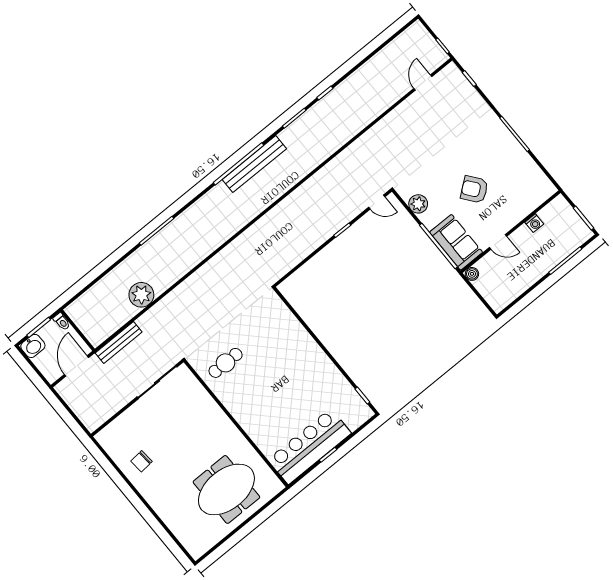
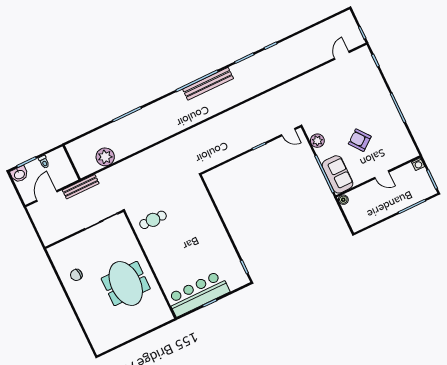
washing machine: (534, 223) -> (418, 164), moved
door: (498, 242) -> (382, 175), moved
wall: (78, 330) -> (72, 162), moved
meeting table: (226, 489) -> (126, 284), moved, turned 90

